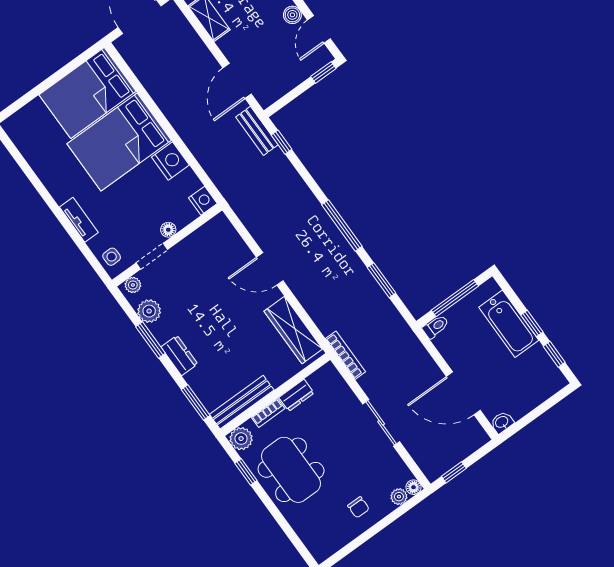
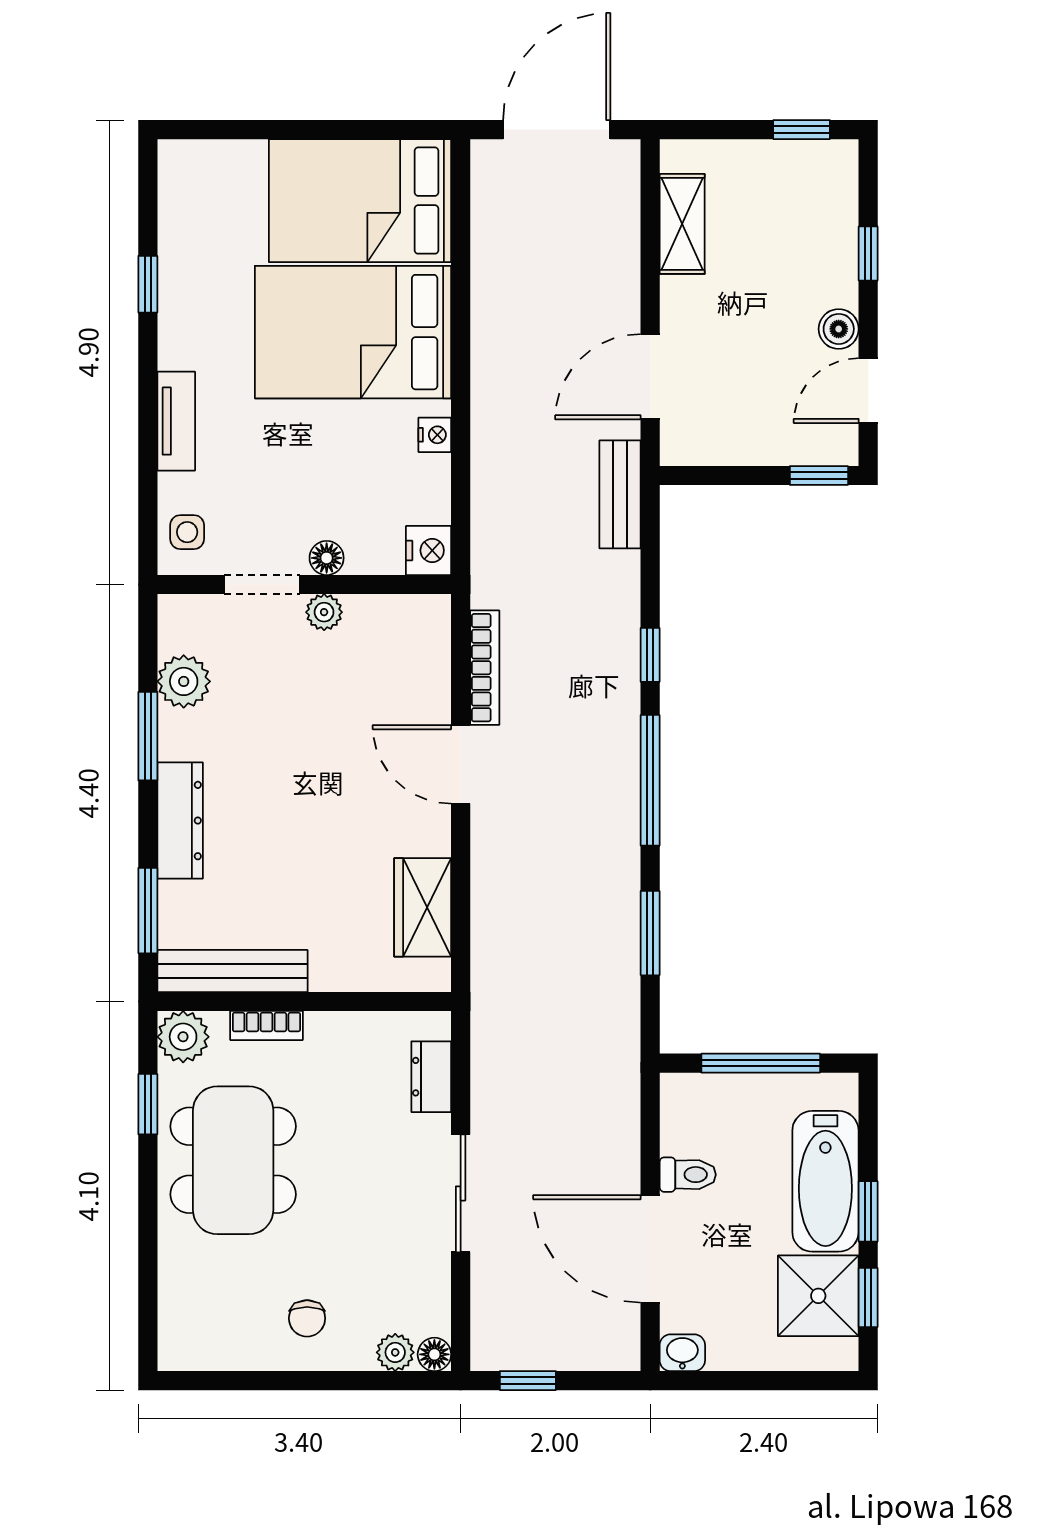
window: (282, 142) -> (650, 655), moved
nightstand: (170, 161) -> (435, 435), width x0.53, depth x0.56
window: (33, 178) -> (148, 284), added
plant: (133, 285) -> (324, 612), moved
toilet: (436, 327) -> (688, 1175), moved
wardrobe: (293, 330) -> (423, 907), width x0.67
bookcase: (345, 355) -> (485, 668), moved
dresser: (179, 356) -> (180, 821), width x1.44
shower: (536, 367) -> (818, 1296), added
dresser: (296, 395) -> (431, 1077), moved, turned 90

